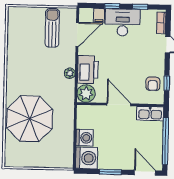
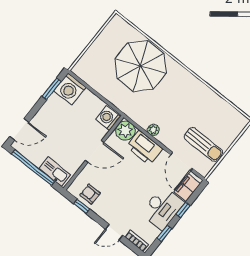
filing cabinet: (99, 16) -> (187, 188), width x2.00
kitchen sink: (150, 114) -> (55, 172), moved, turned 90
washing machine: (85, 138) -> (108, 118), moved, turned 90
window: (110, 172) -> (52, 89), moved

